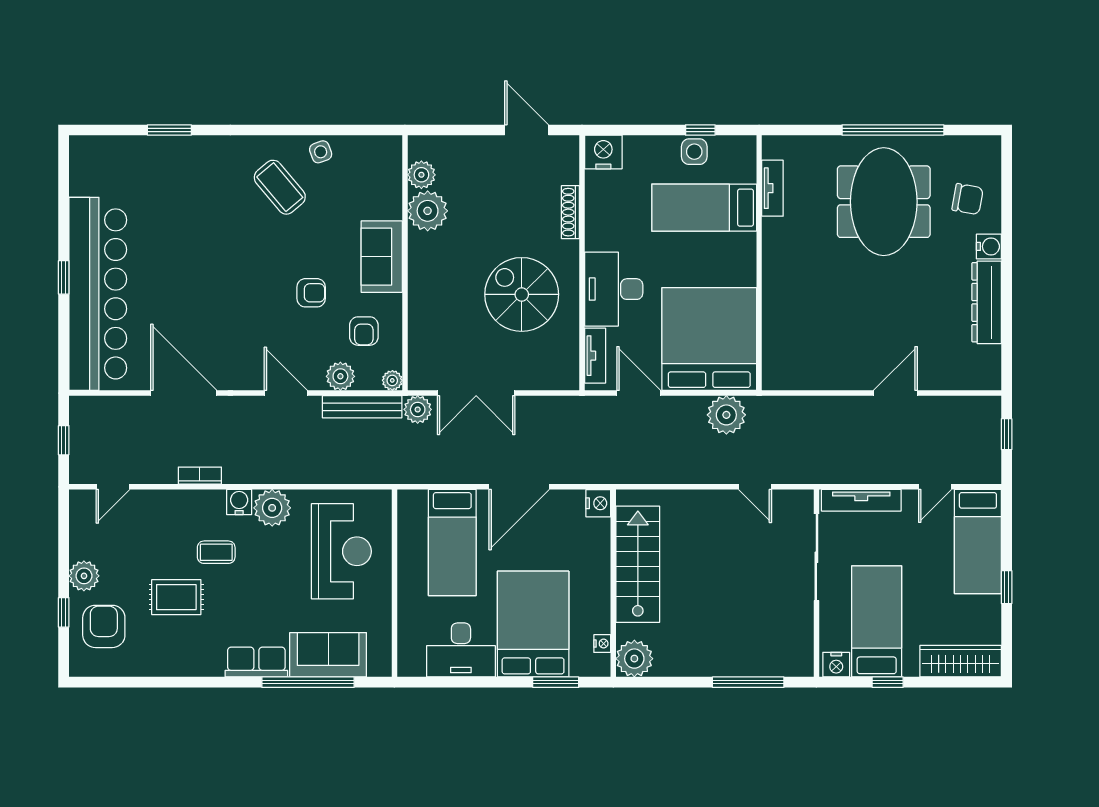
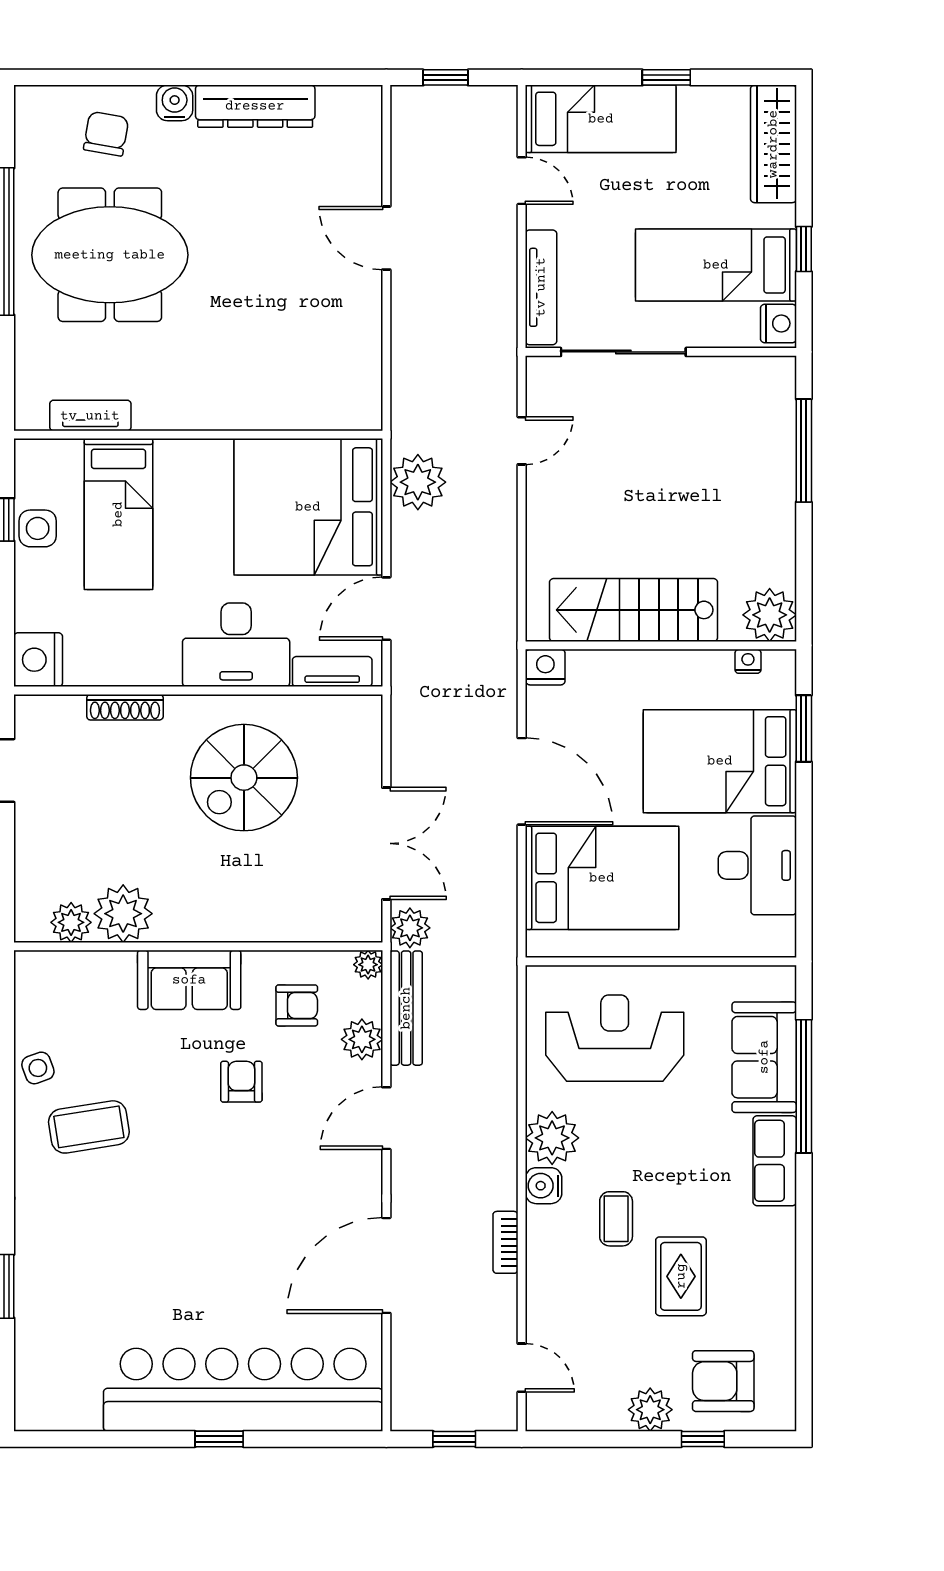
coffee table: (280, 187) -> (89, 1127), turned 31
bed: (452, 543) -> (602, 878), width x1.50

